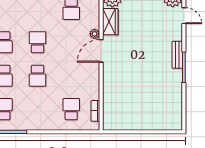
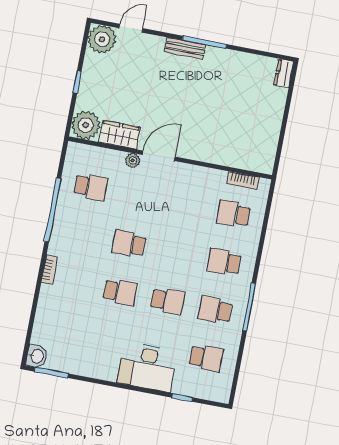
door: (101, 51) -> (159, 156), swing flipped
school desk: (38, 76) -> (224, 262), moved, turned 180
dresser: (173, 125) -> (284, 74), added

